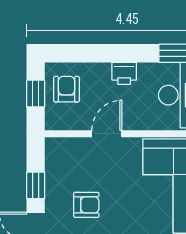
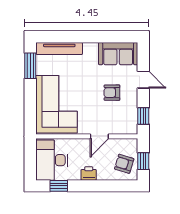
armchair: (67, 89) -> (124, 164), turned 107
window: (36, 185) -> (143, 116), moved

